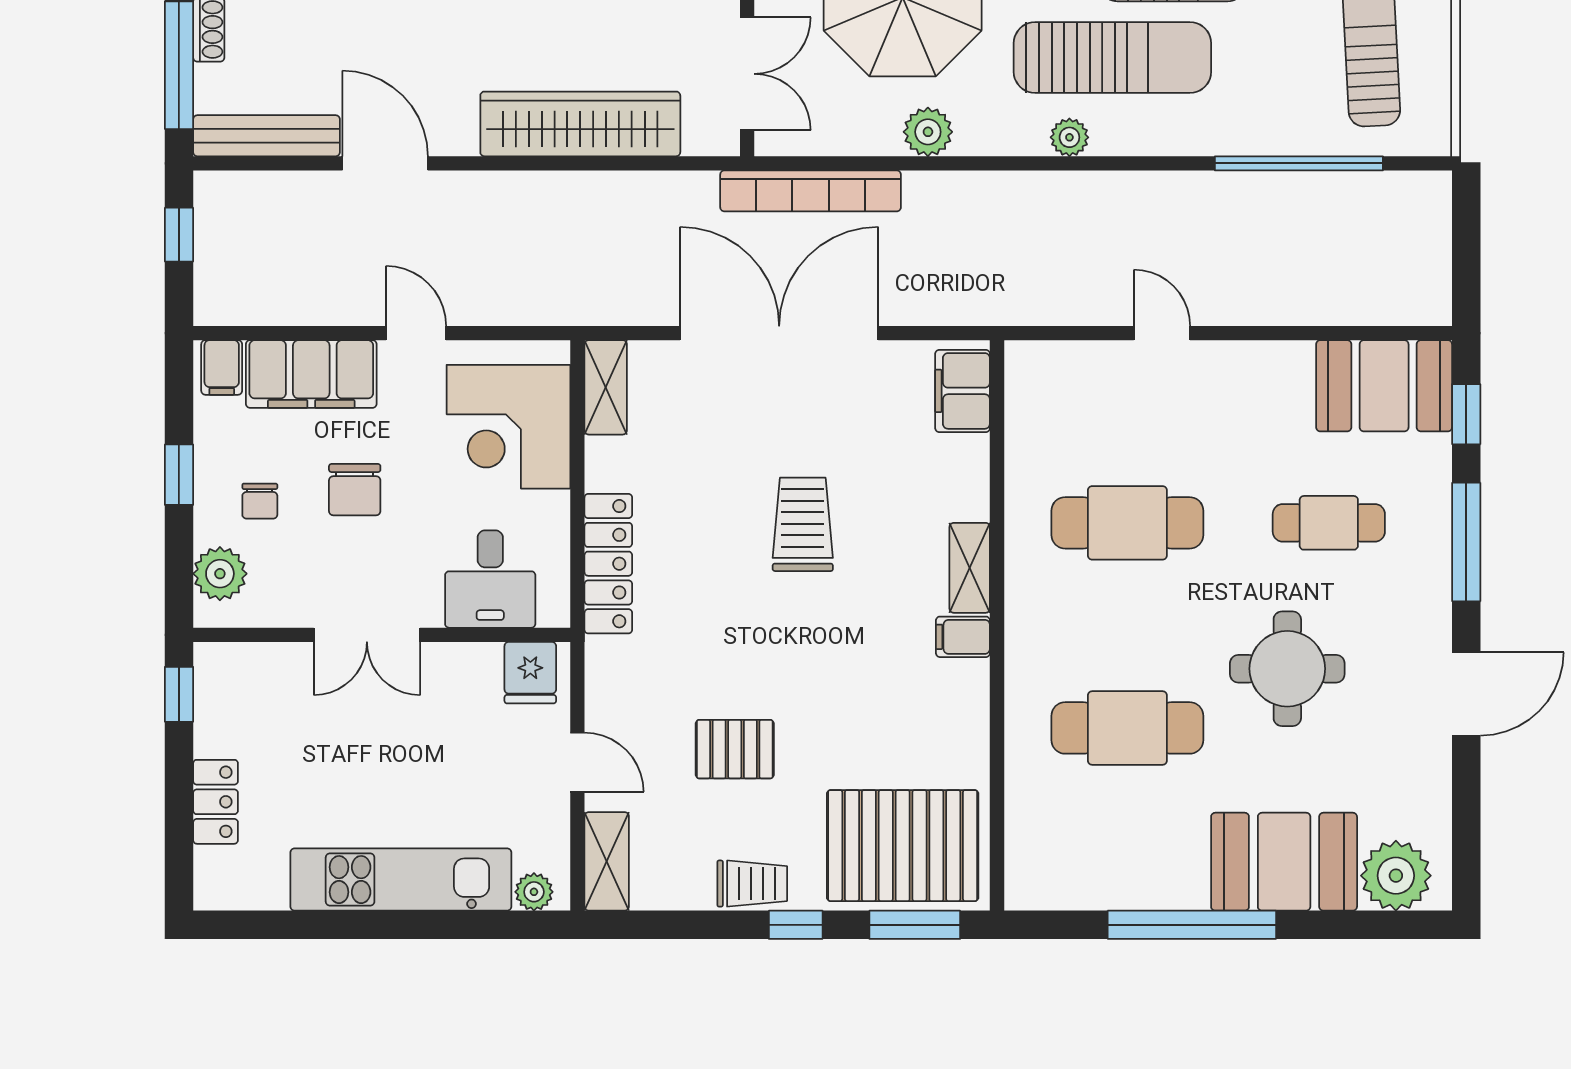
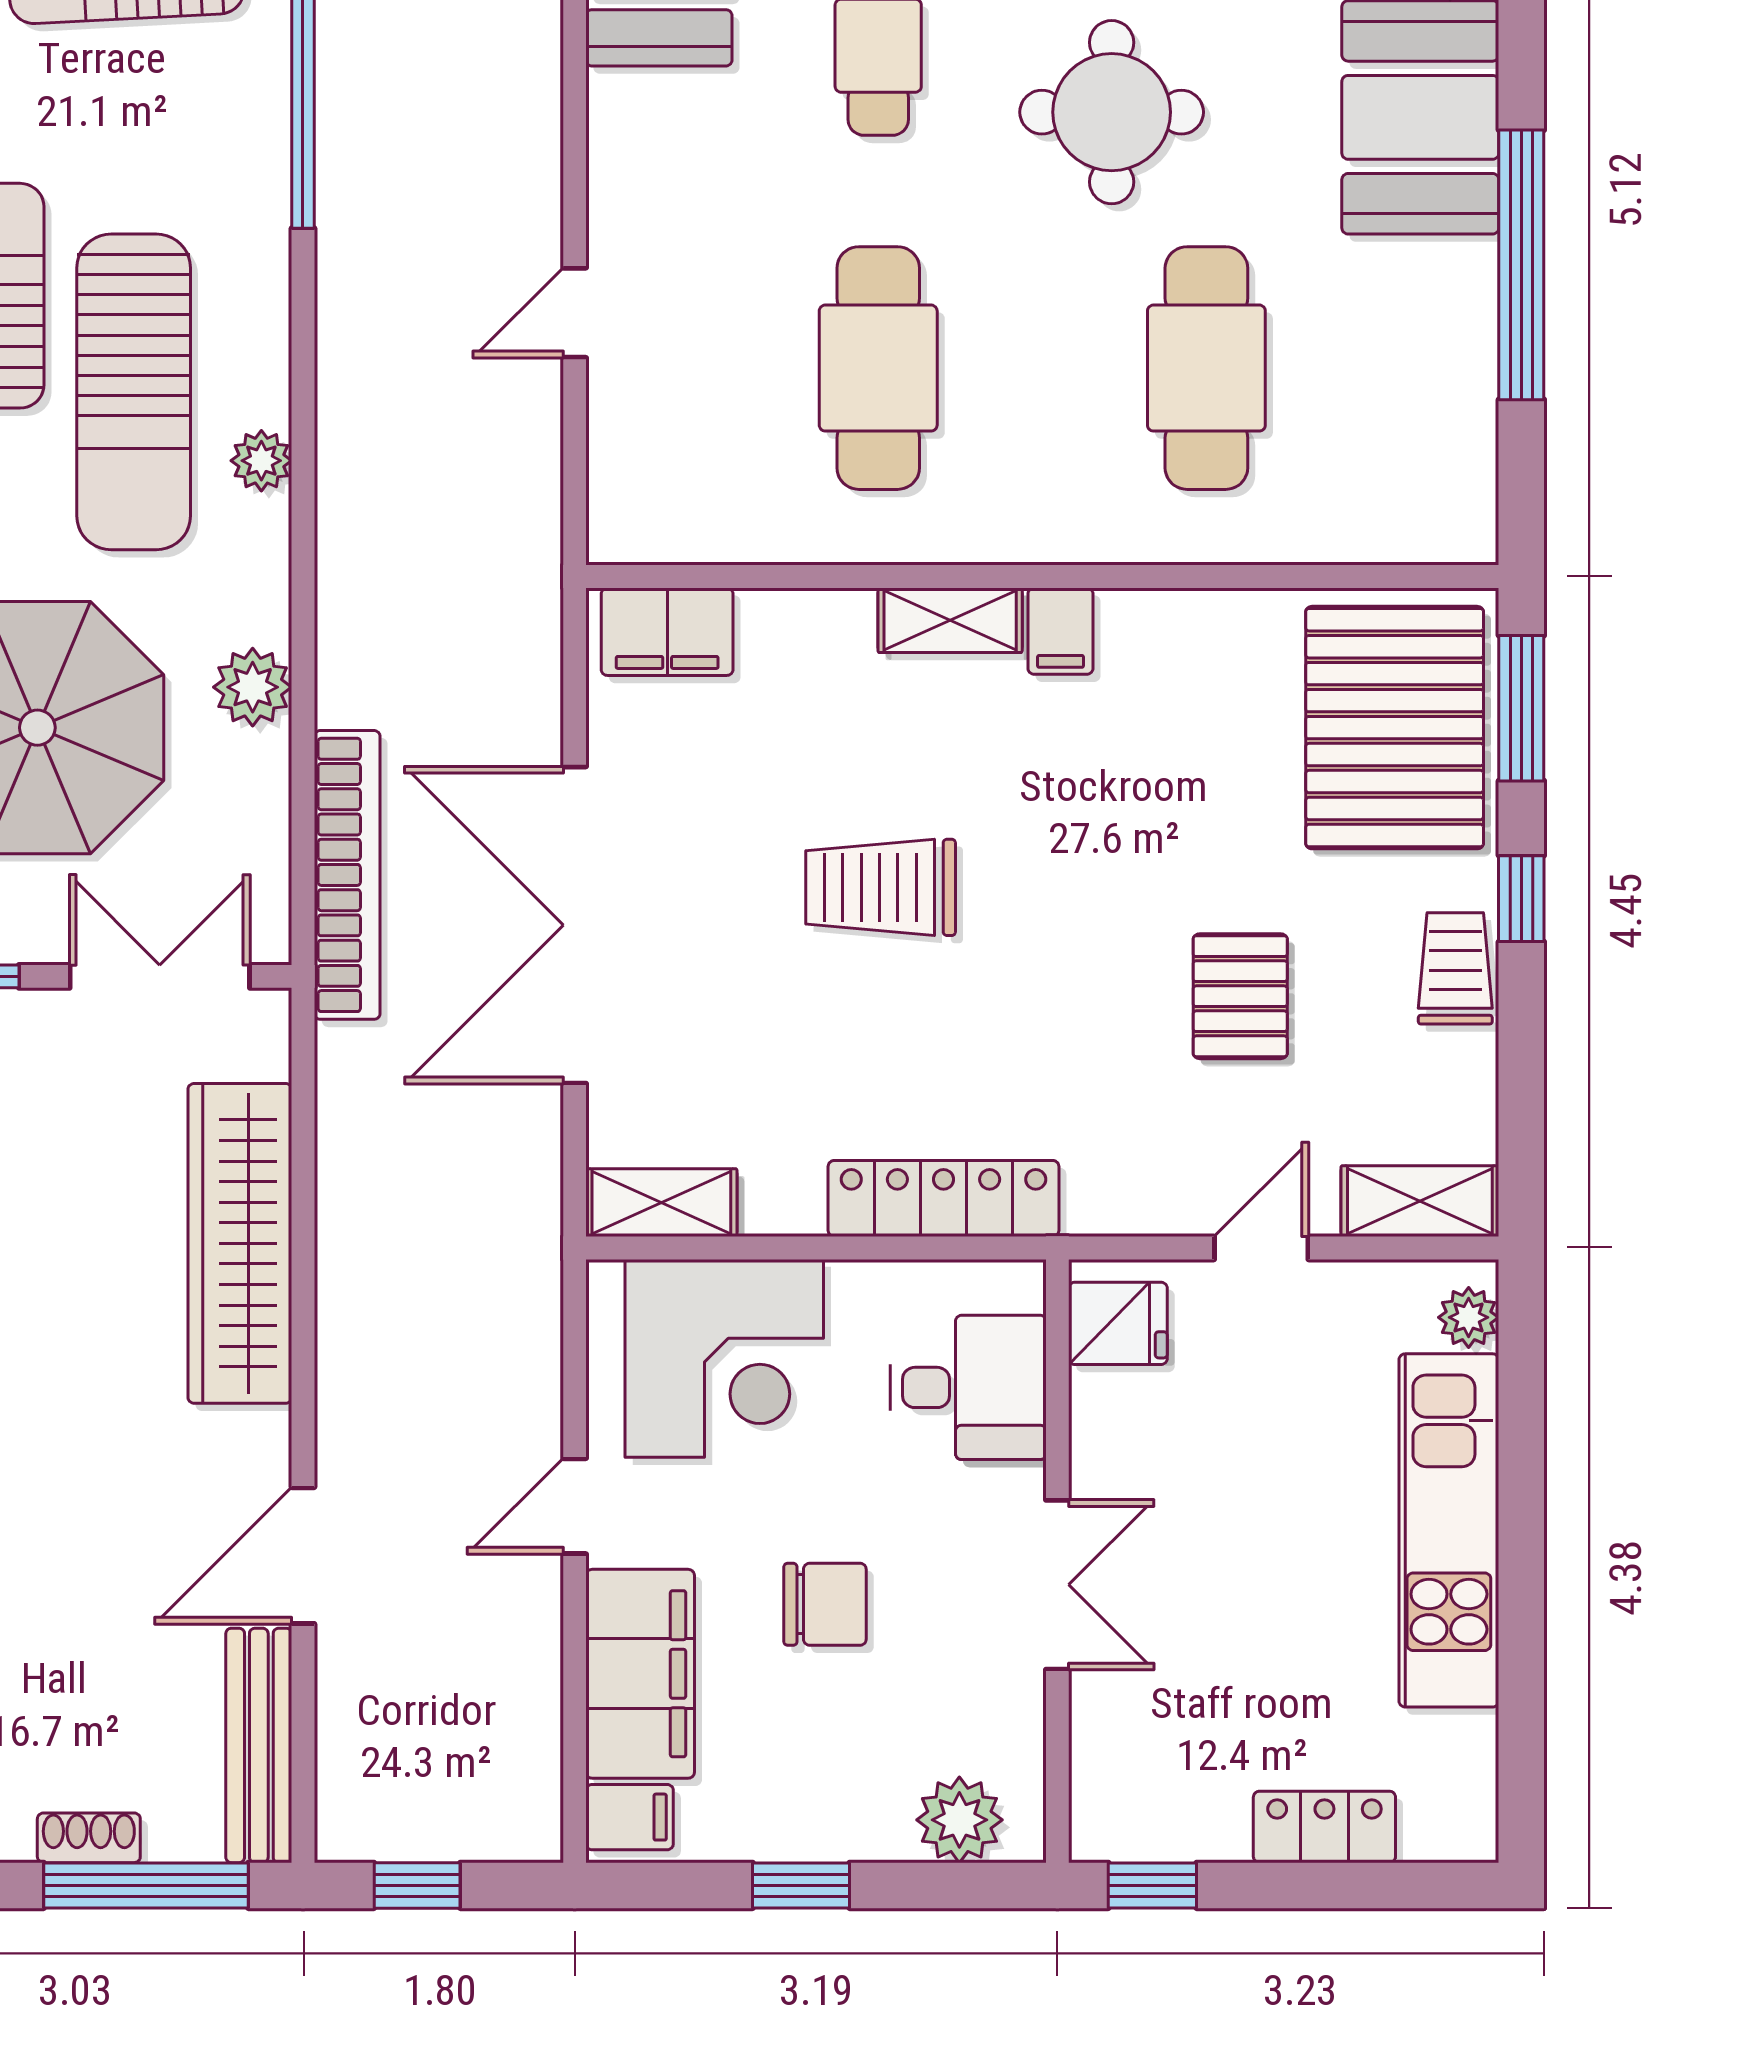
sun lounger: (1112, 58) -> (134, 392), turned 180
chair: (260, 501) -> (843, 1756), removed

